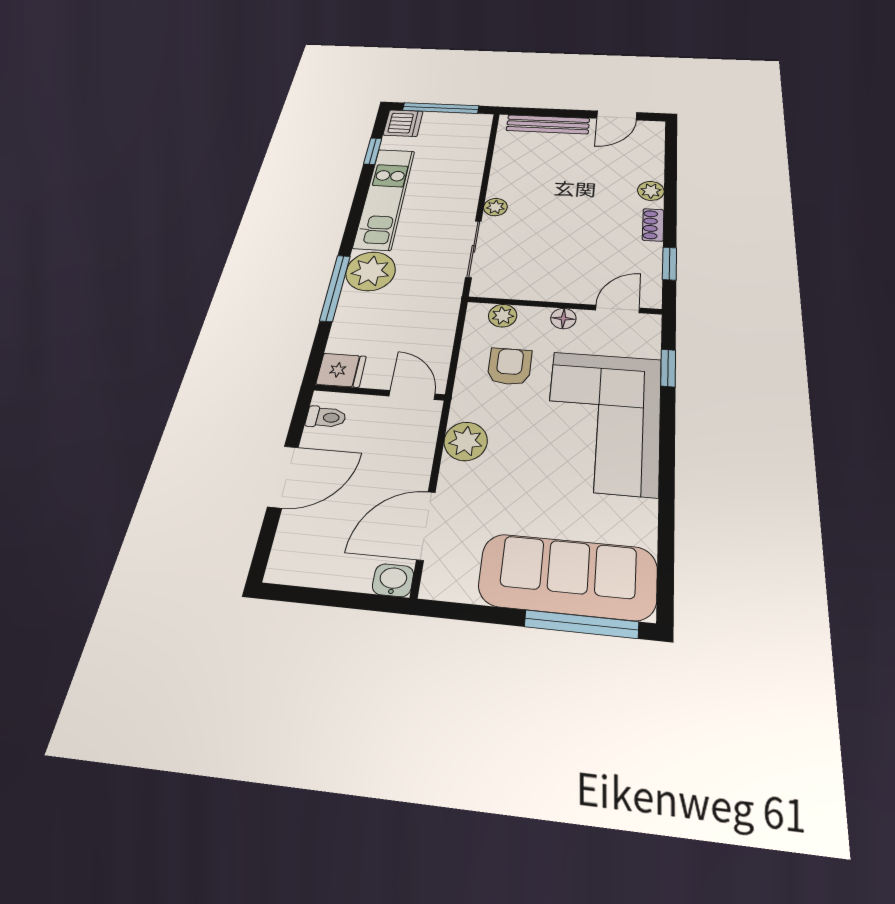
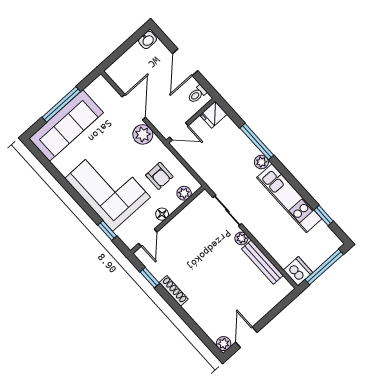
dishwasher: (403, 123) -> (298, 271), moved, turned 180
bench: (548, 124) -> (262, 262), moved, turned 90
plant: (651, 191) -> (224, 344), moved
shoe rack: (653, 225) -> (174, 291), width x1.43
plant: (371, 271) -> (261, 162), width x0.53, depth x0.53
door: (426, 526) -> (134, 107), moved
washbasin: (393, 580) -> (147, 40), moved
window: (581, 624) -> (61, 104), moved

